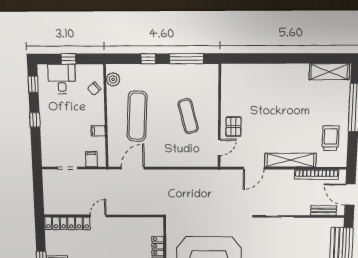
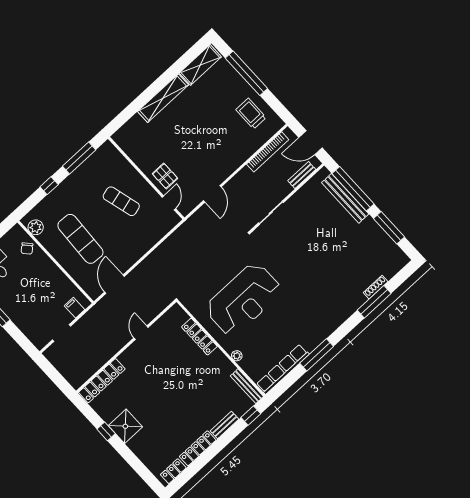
filing cabinet: (98, 131) -> (60, 279), removed
shelving: (290, 160) -> (163, 98), moved
door: (98, 216) -> (141, 333), moved

